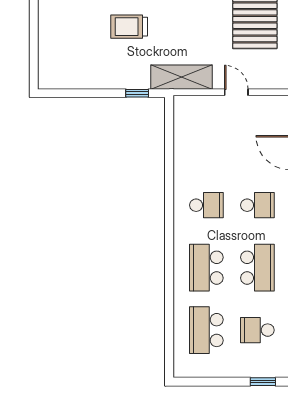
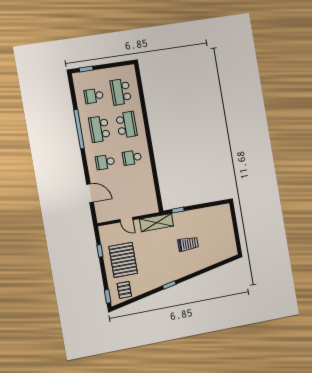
school desk: (206, 330) -> (121, 92), turned 180
school desk: (257, 330) -> (94, 96), turned 180

